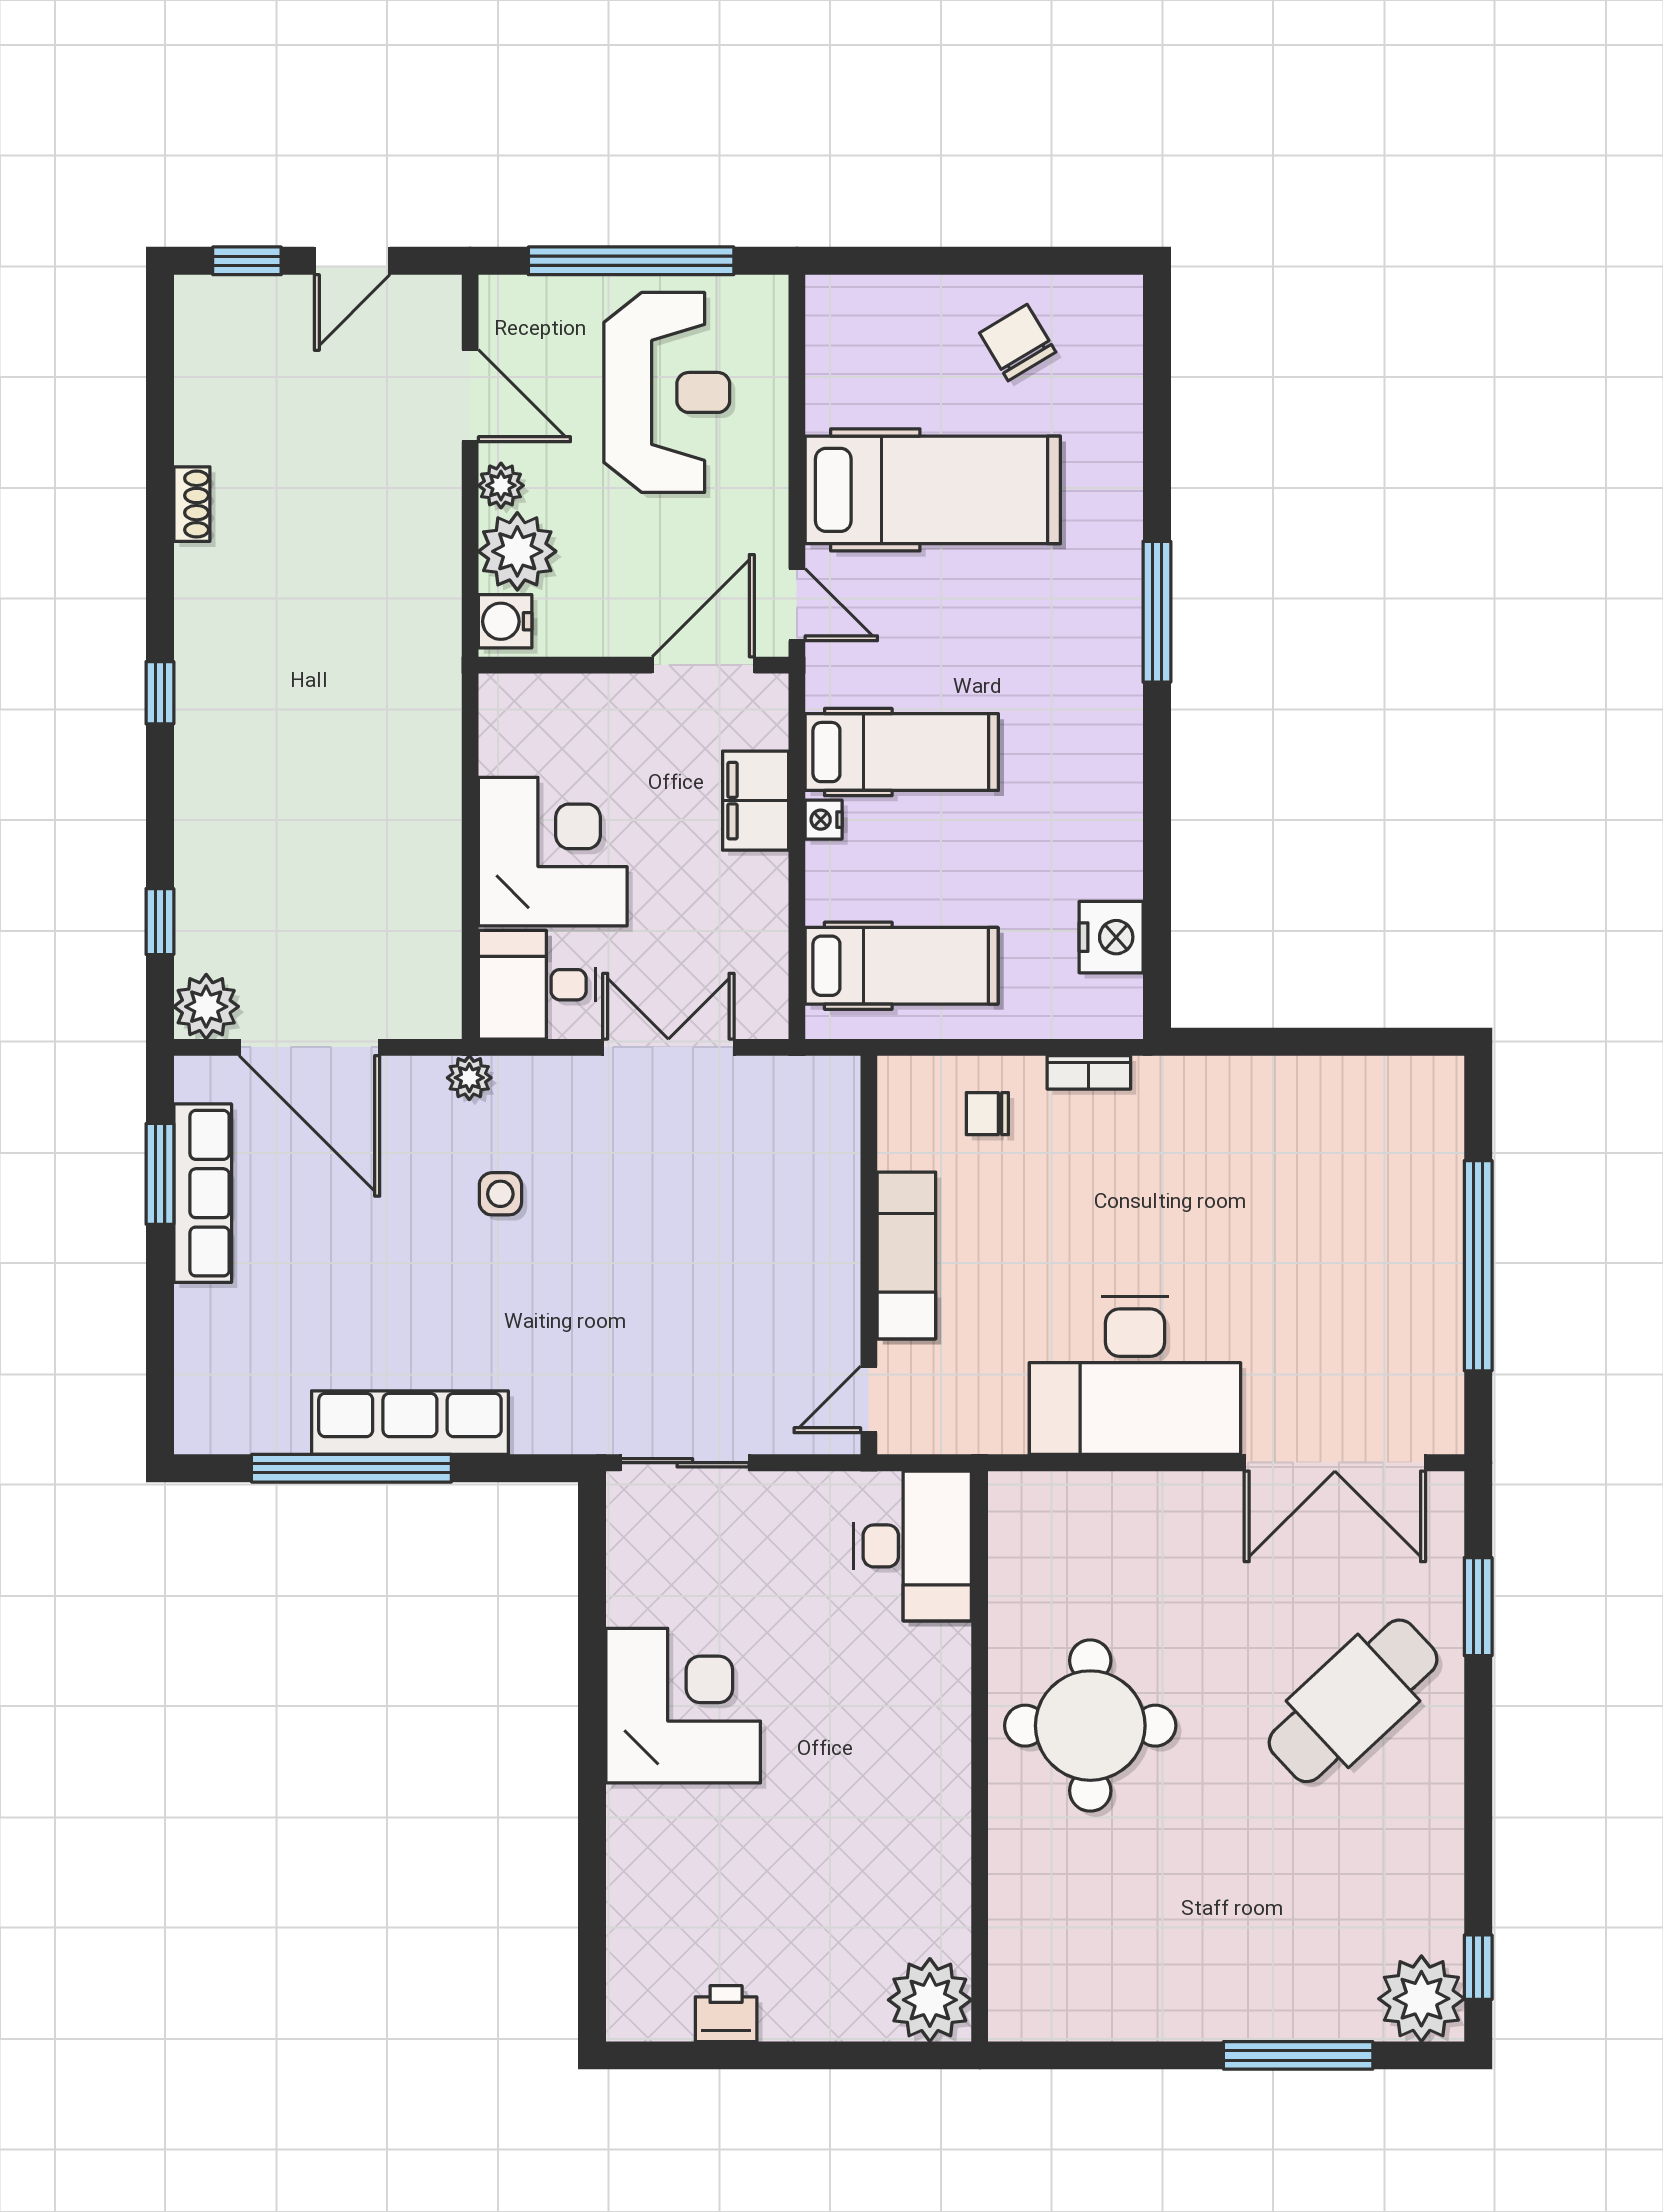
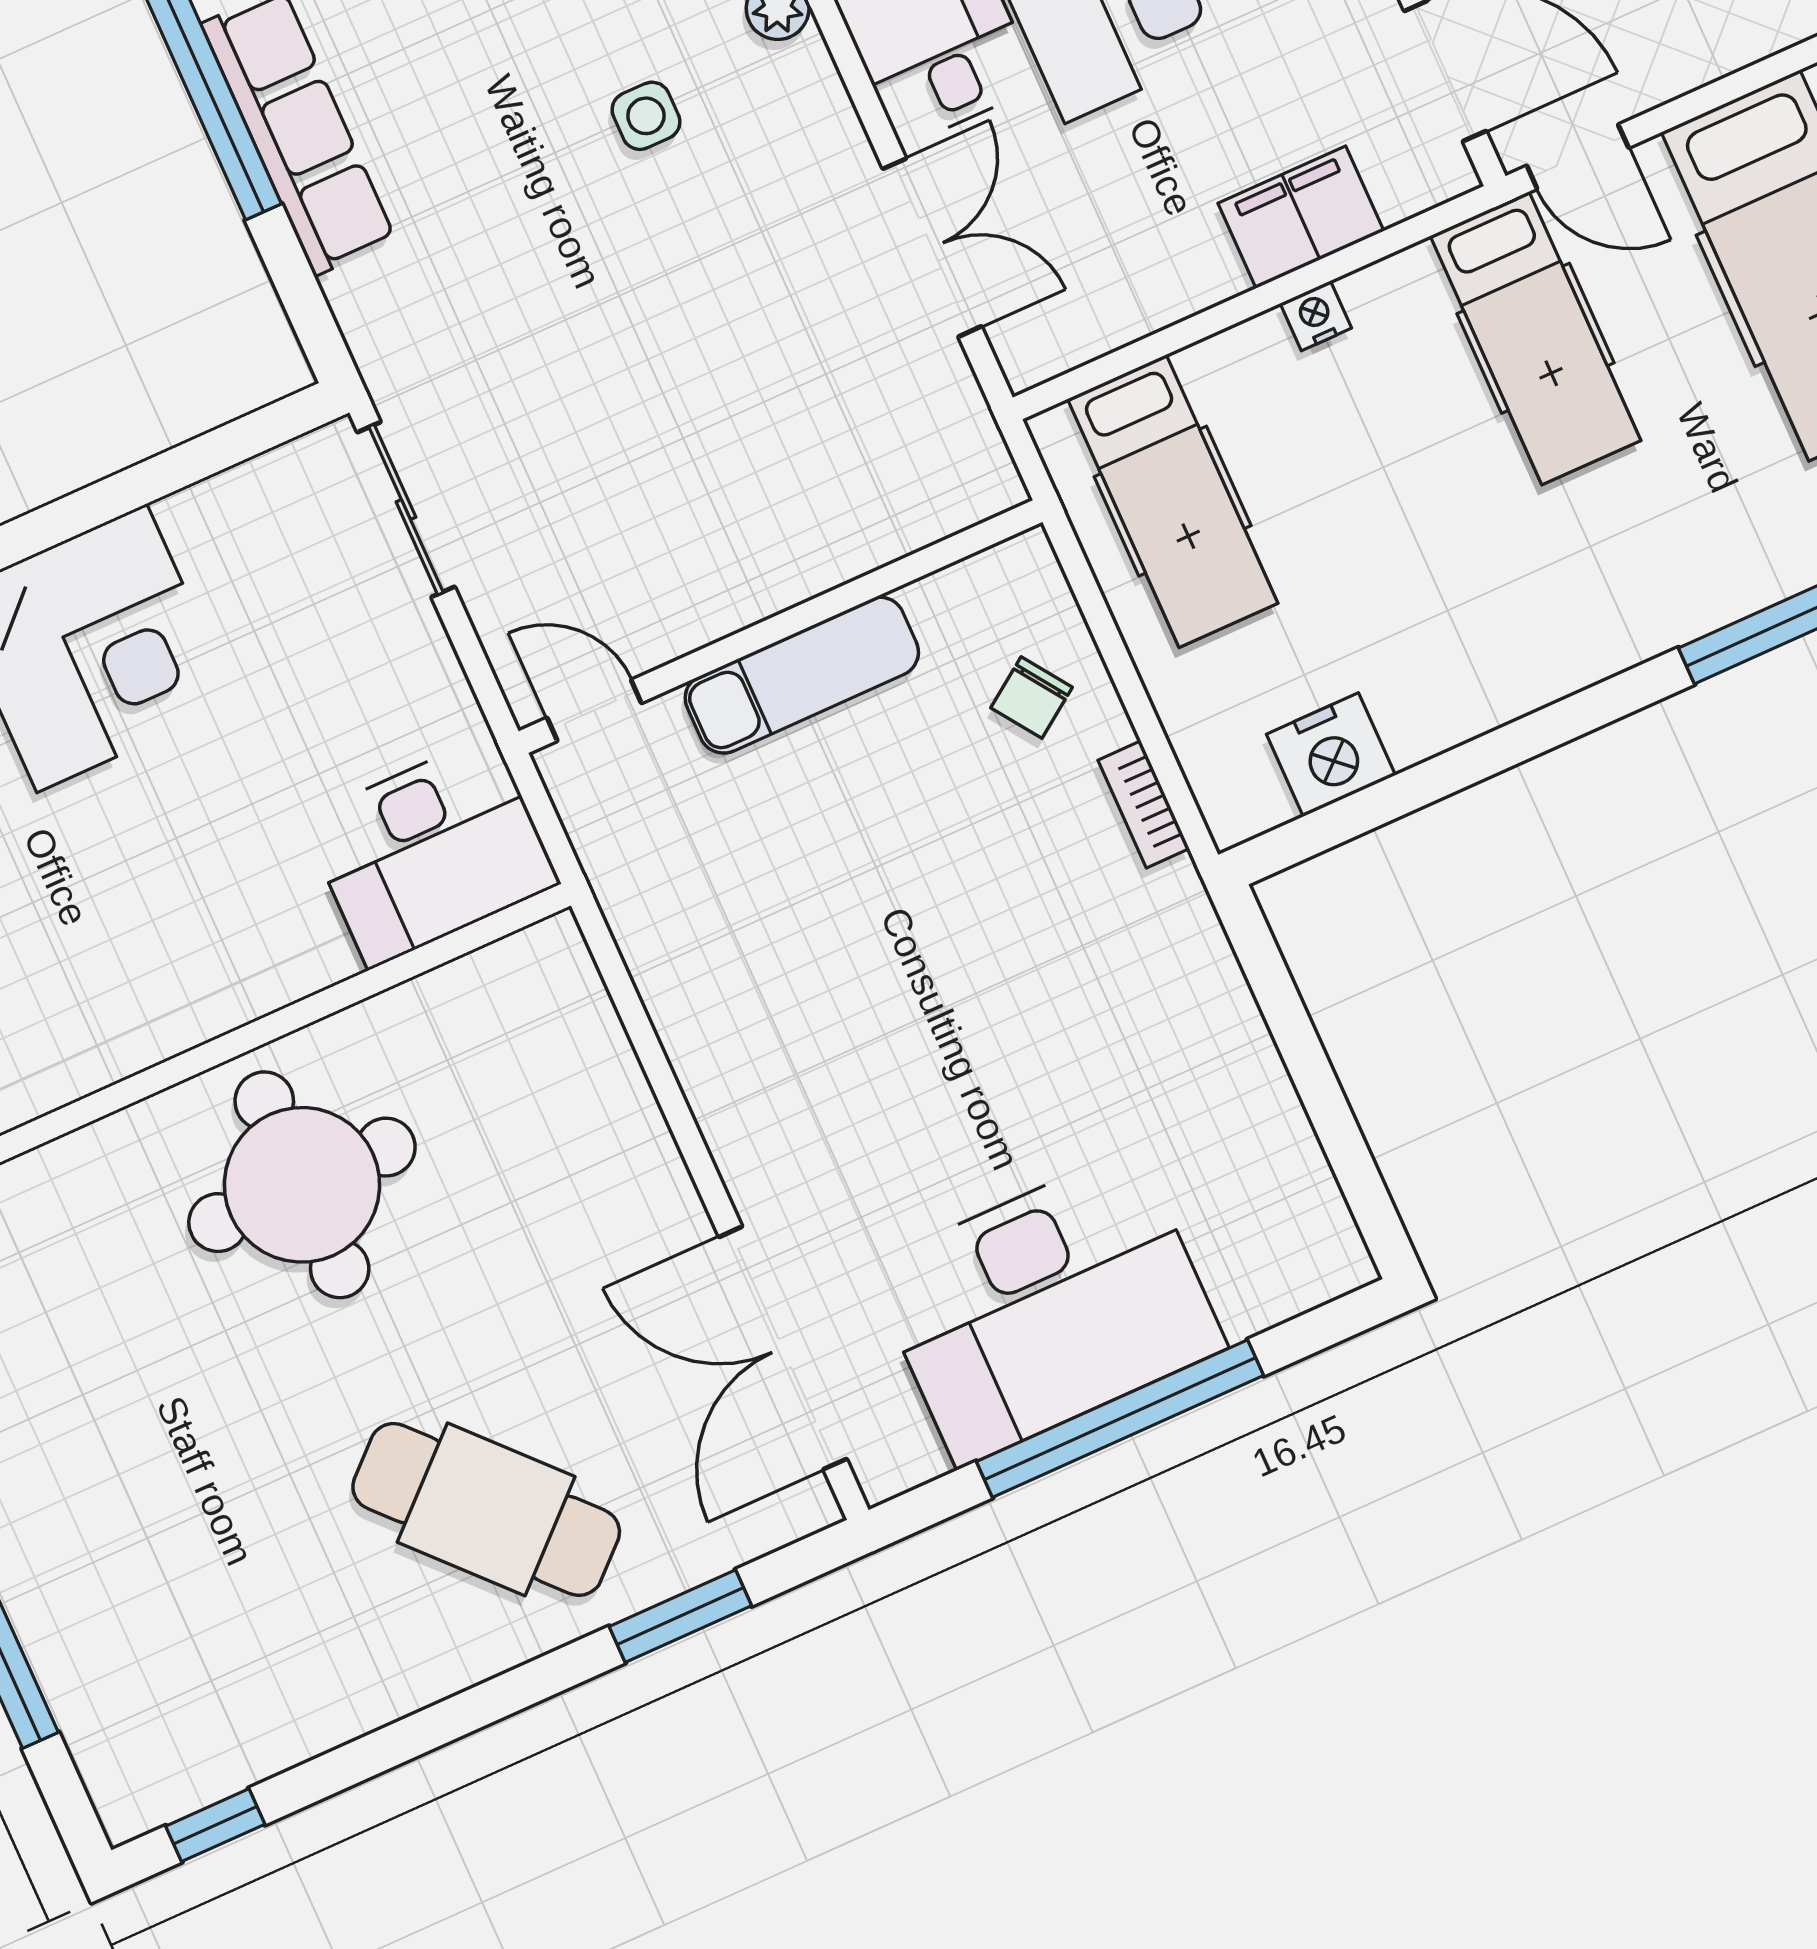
door: (797, 605) -> (1578, 157), hinge flipped
hospital bed: (902, 752) -> (1535, 338), moved
chair: (987, 1114) -> (1032, 698), turned -125
desk: (1135, 1375) -> (1047, 1307), moved, turned -90
plant: (1421, 1999) -> (142, 1770), removed

